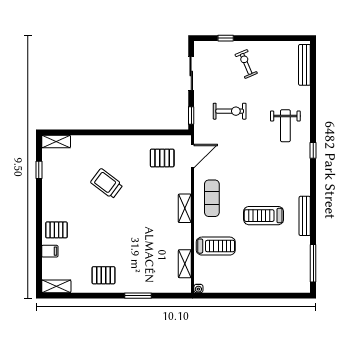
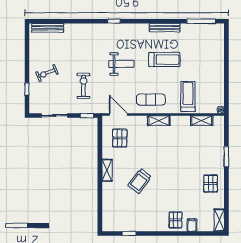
weight bench: (285, 126) -> (122, 64), moved
shelving: (56, 142) -> (107, 170), moved
treadmill: (264, 216) -> (164, 60), turned -90

